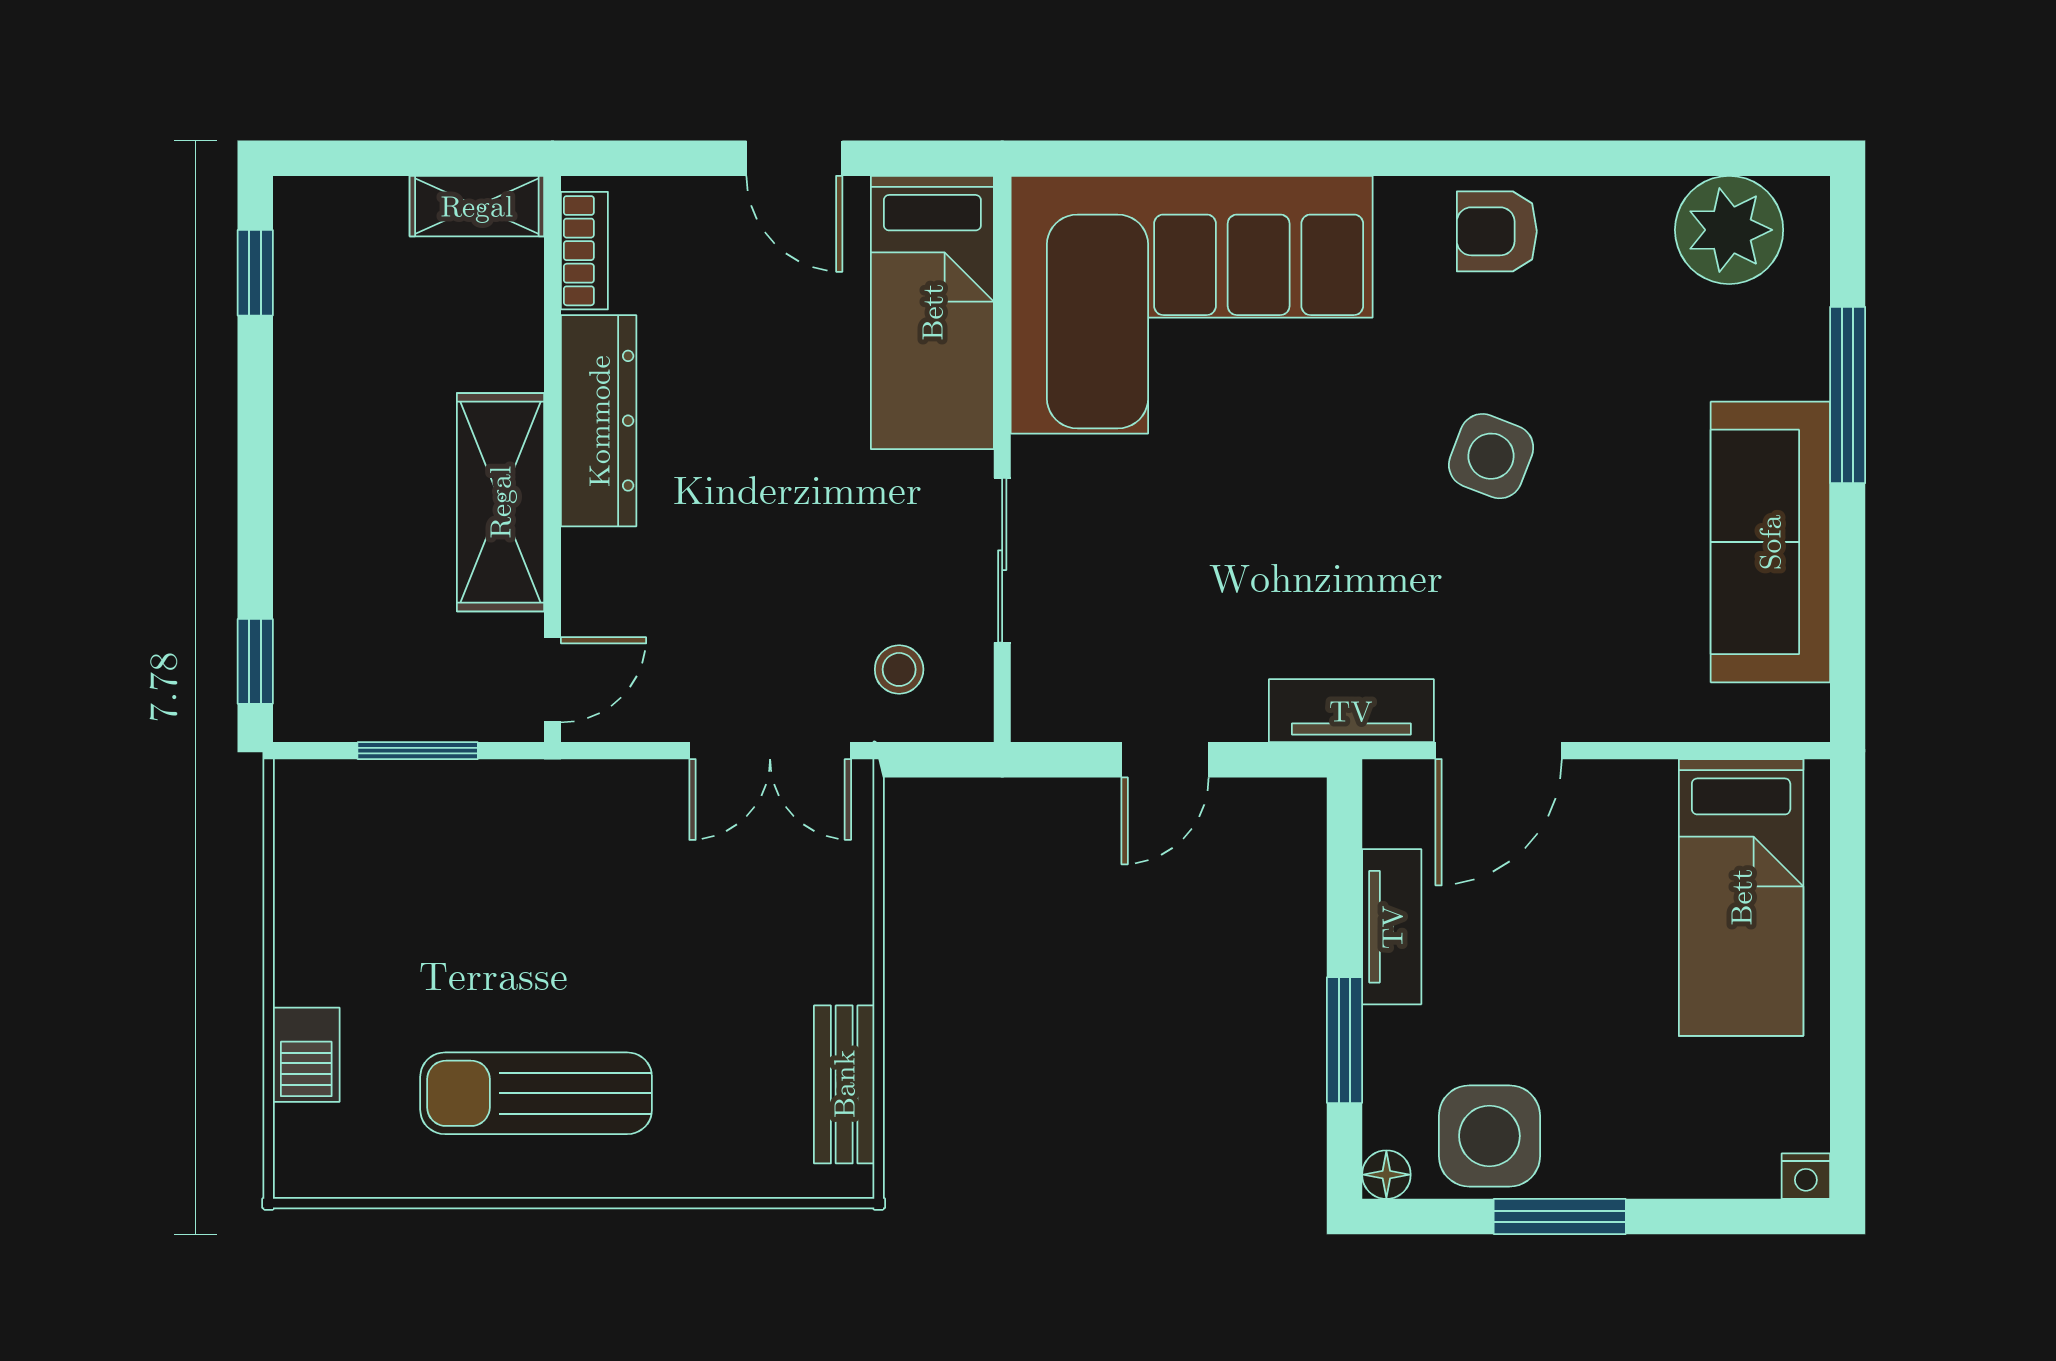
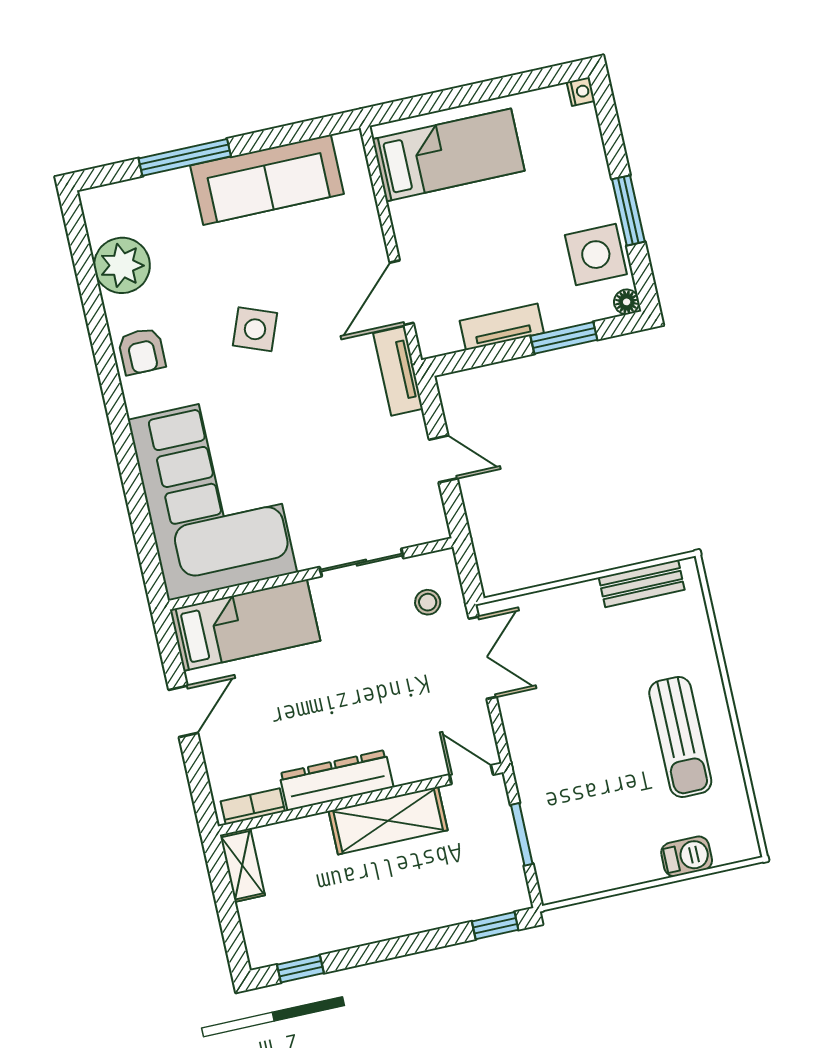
plant: (1729, 230) -> (122, 265), moved
door: (1499, 751) -> (402, 293), swing flipped

